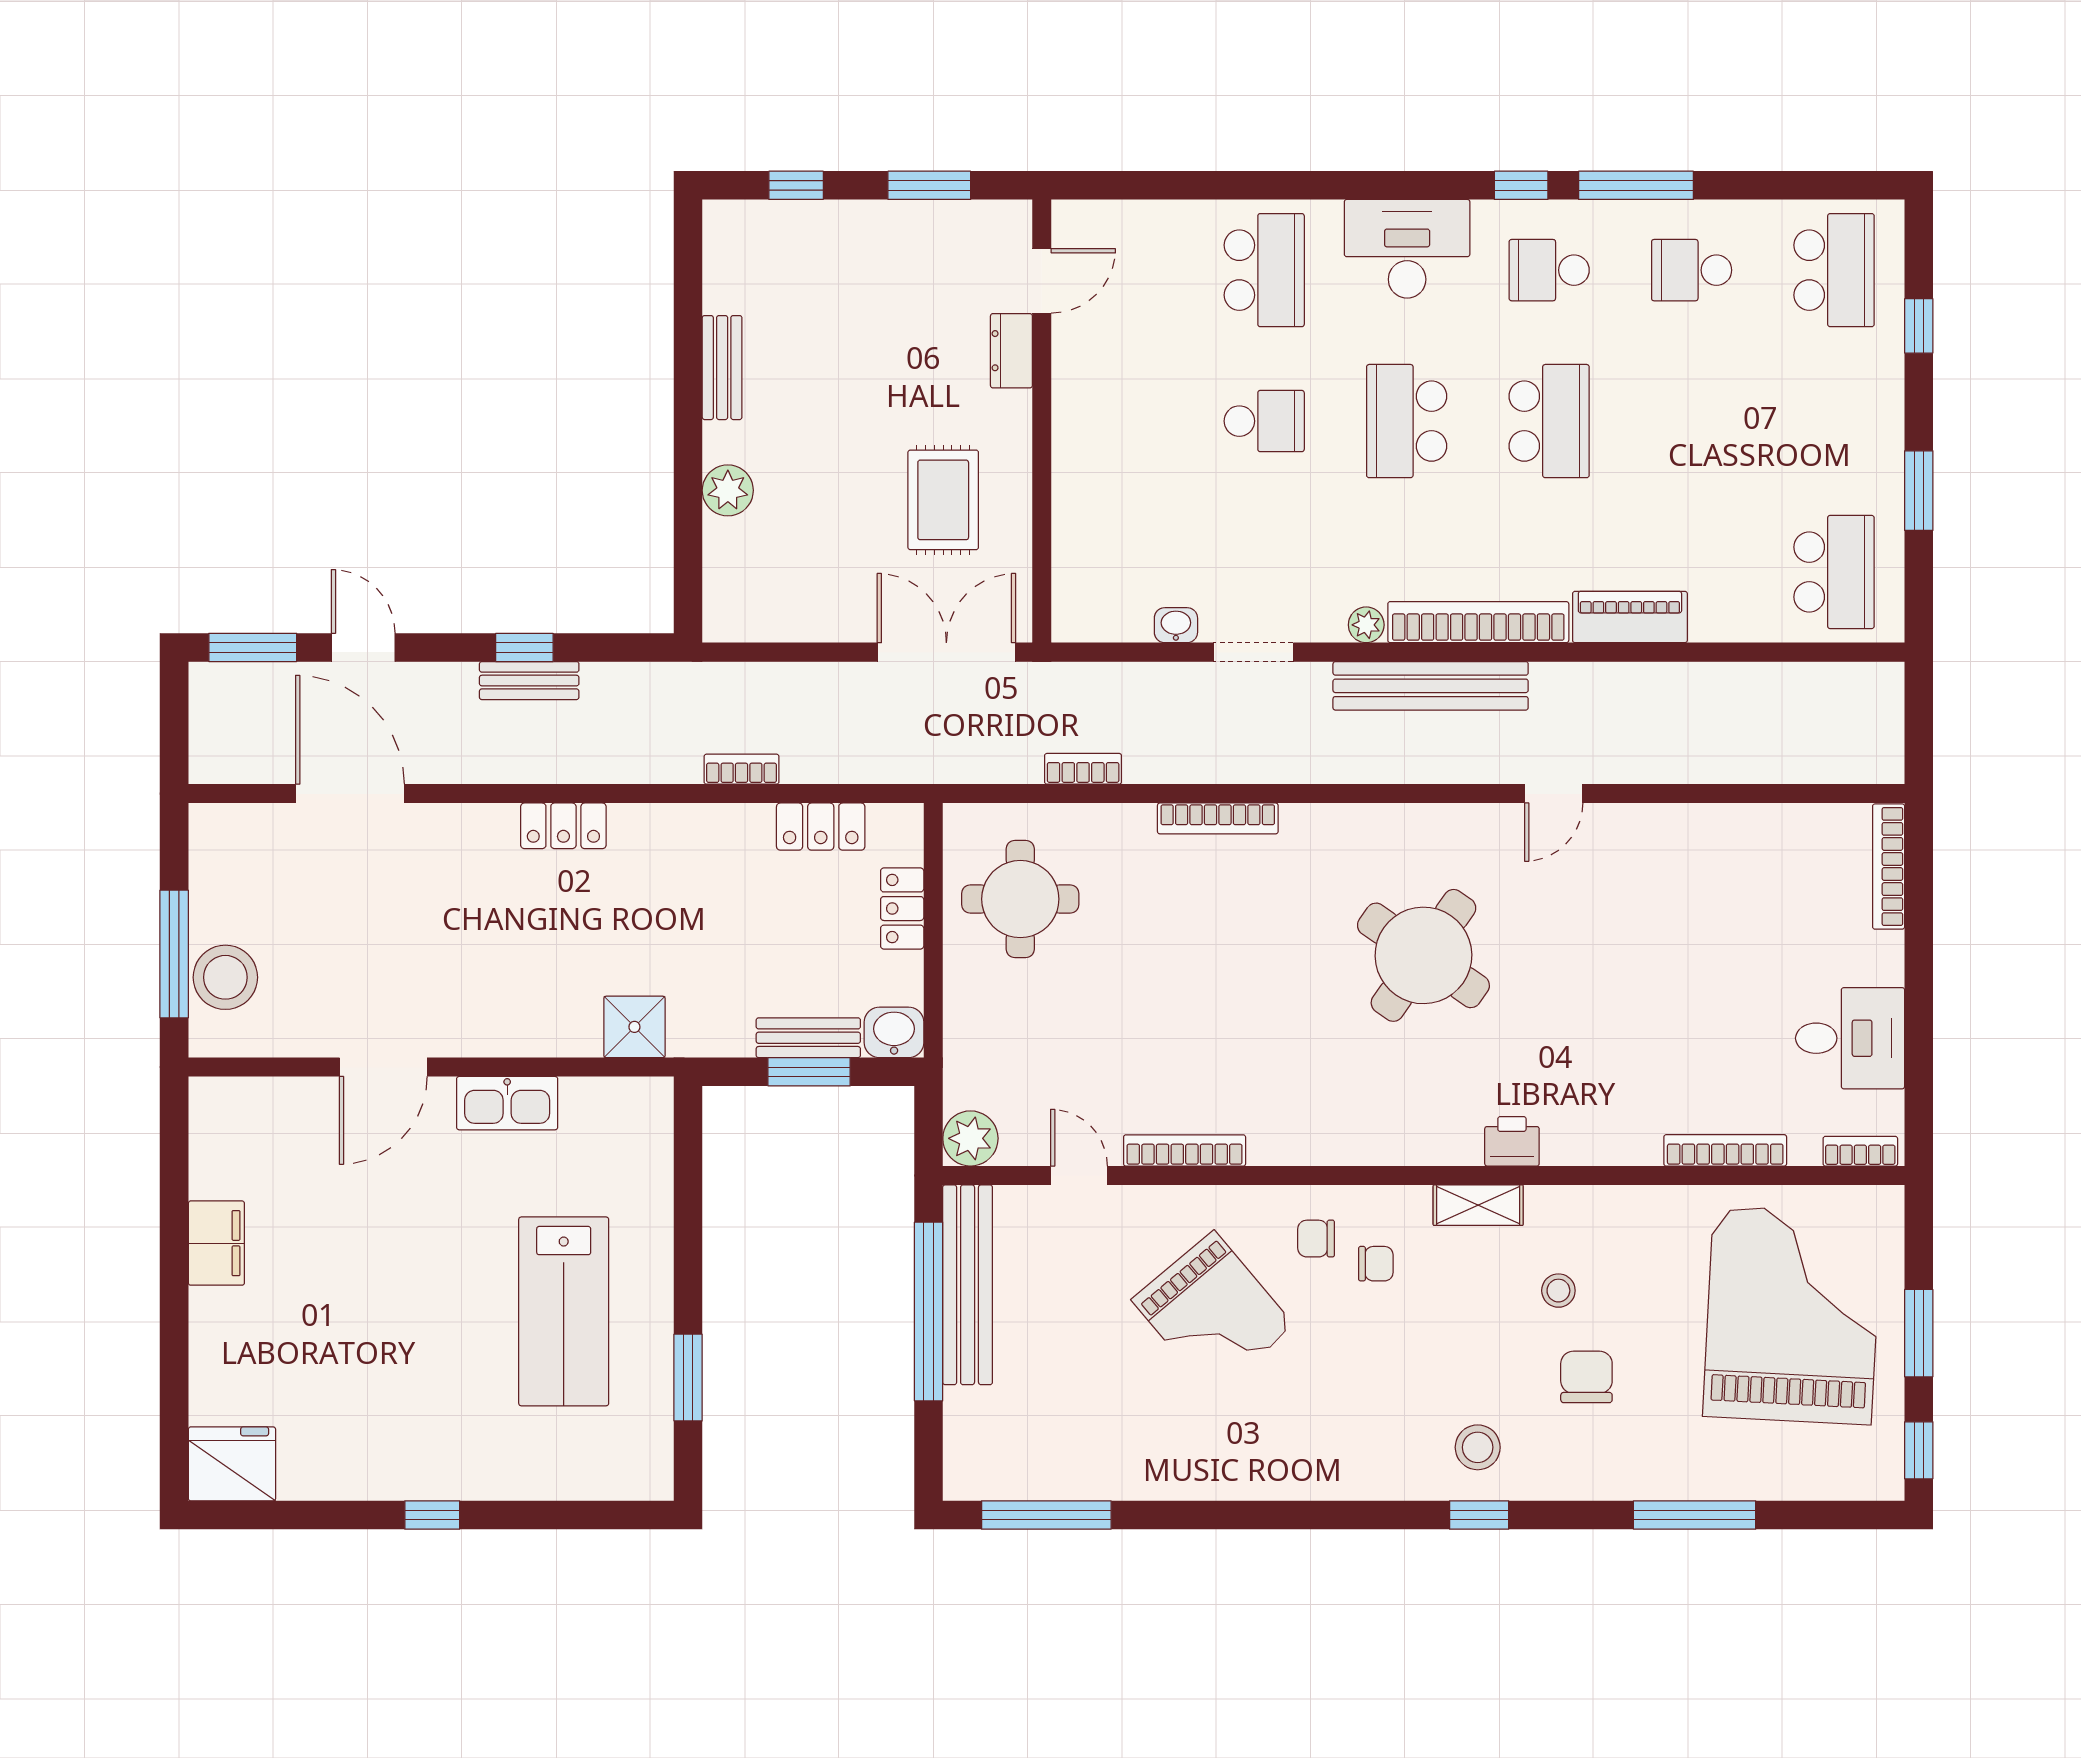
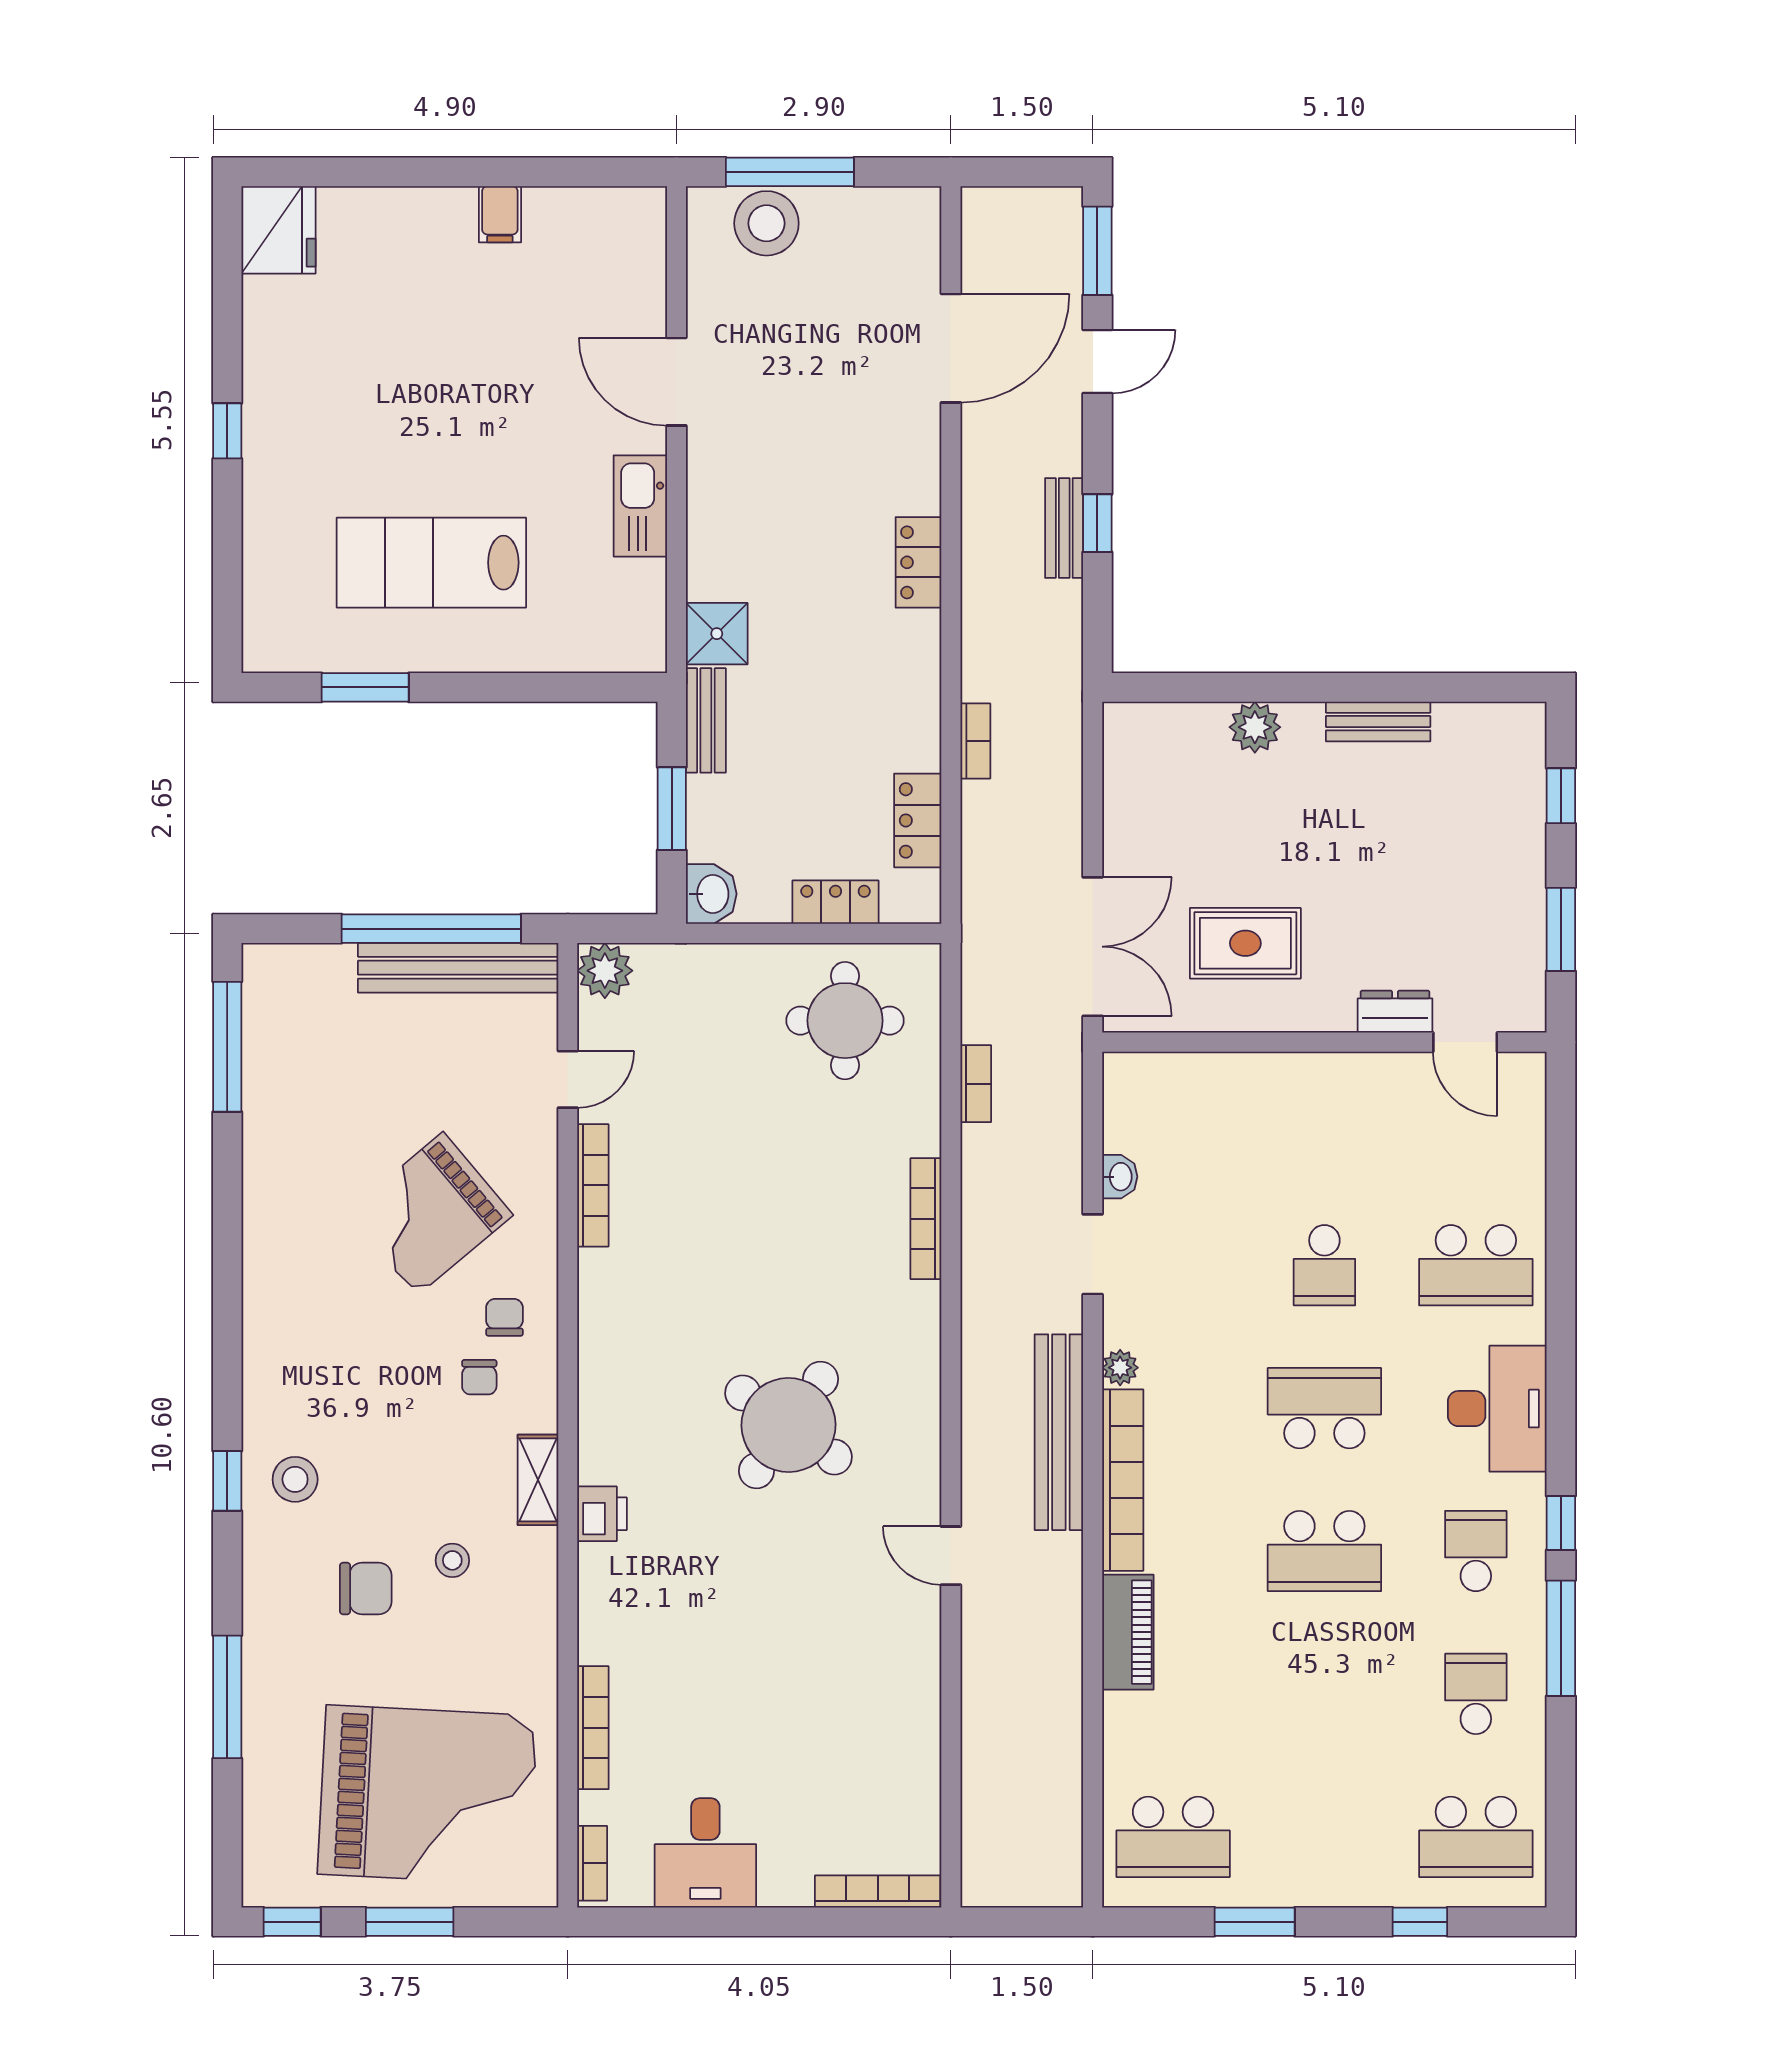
bench: (808, 1038) -> (706, 720), moved
filing cabinet: (216, 1243) -> (500, 214), width x0.50

